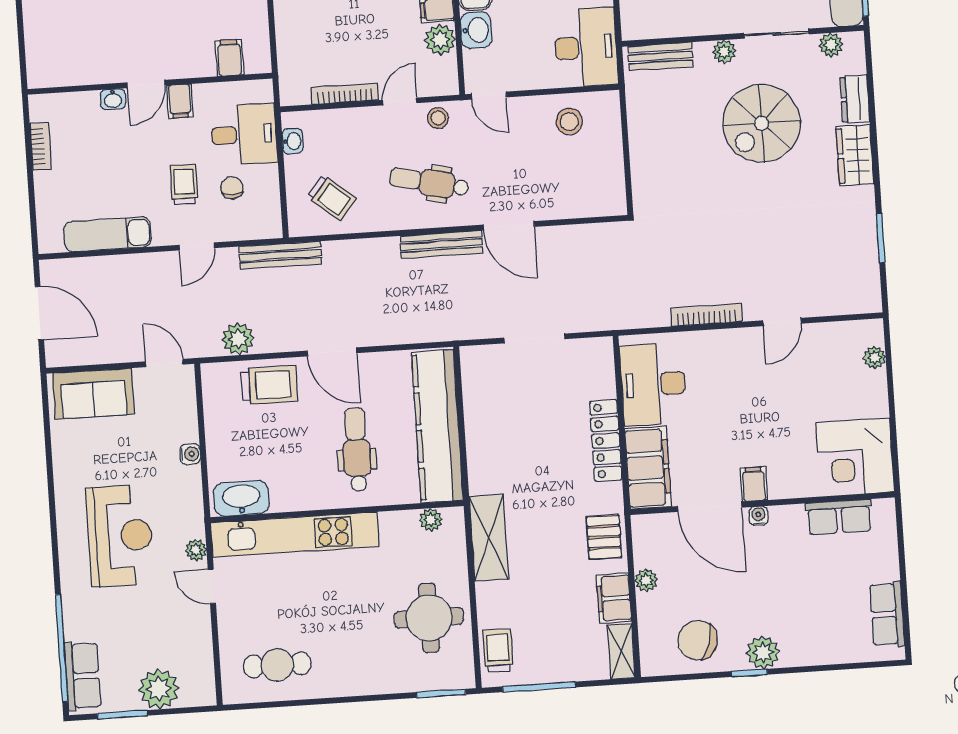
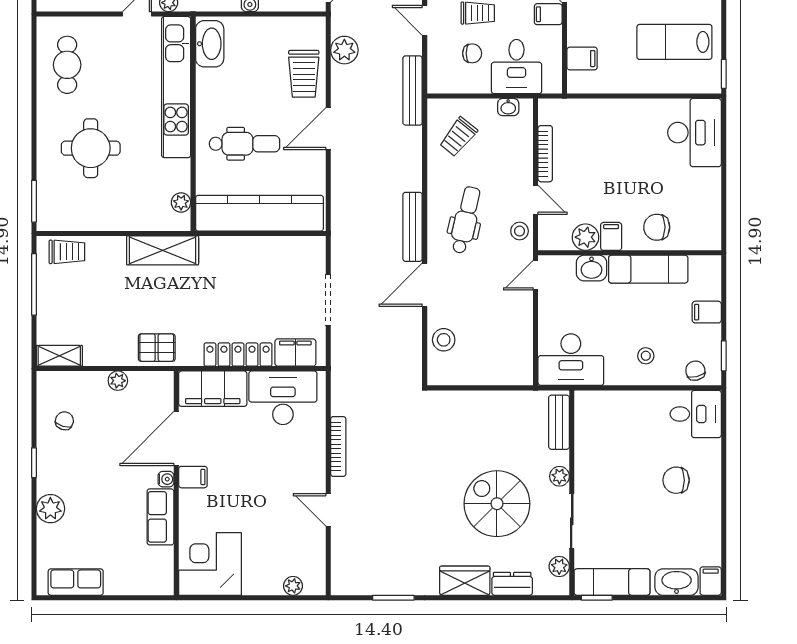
stool: (569, 122) -> (444, 340), moved
row of seats: (839, 517) -> (160, 517), moved
filing cabinet: (614, 598) -> (295, 353), moved
round table: (429, 618) -> (91, 148), moved
chair: (698, 640) -> (64, 421), width x0.54, depth x0.54
plant: (763, 652) -> (50, 509), moved

